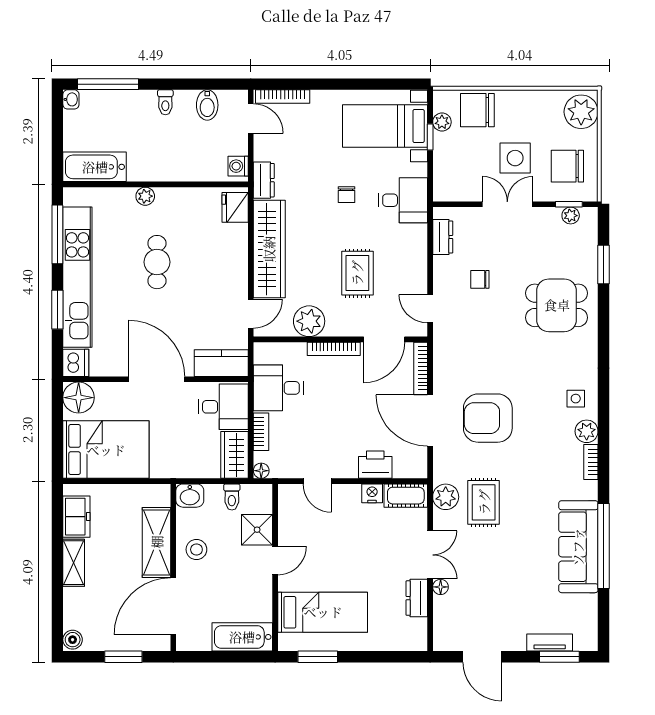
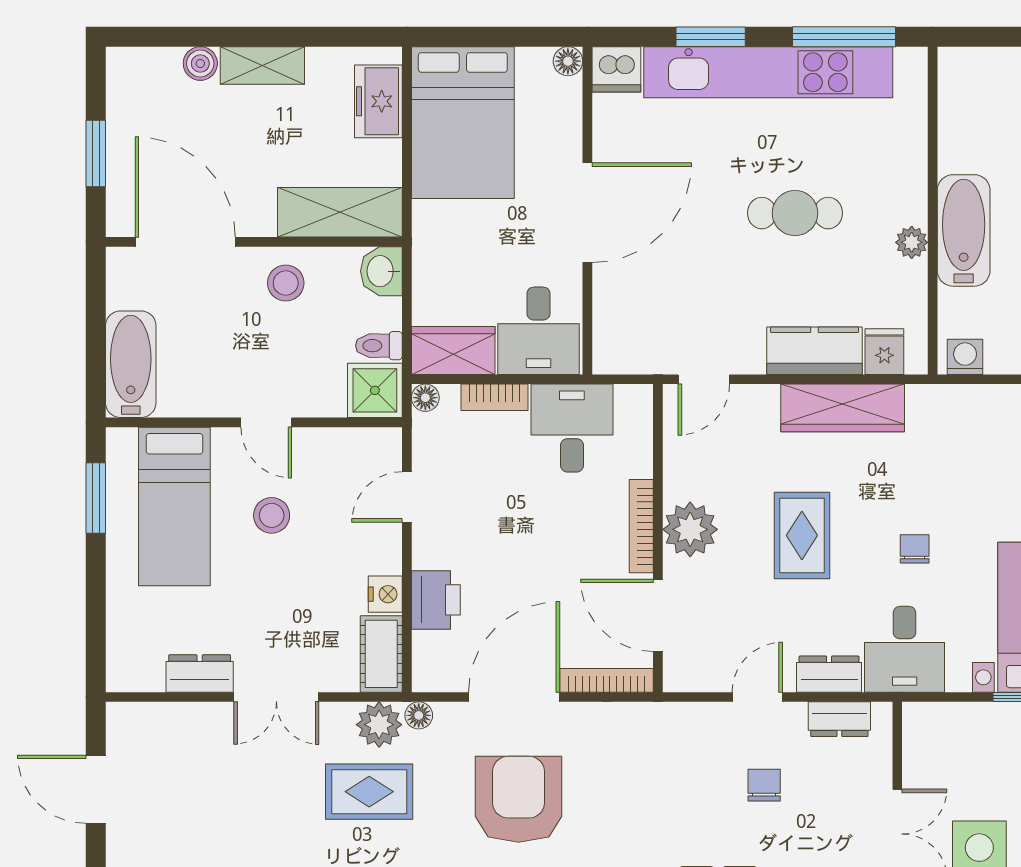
bathtub: (95, 167) -> (964, 230), moved
dresser: (264, 180) -> (829, 674), moved, turned 180
chair: (347, 195) -> (915, 549), turned 90
plant: (145, 196) -> (912, 242), moved
fridge: (235, 207) -> (884, 352), width x0.72
wardrobe: (269, 249) -> (843, 408), width x0.71, depth x0.85
rug: (357, 273) -> (802, 535), moved, turned 90
door: (430, 309) -> (757, 697), moved
door: (251, 314) -> (704, 379), hinge flipped
plant: (309, 321) -> (690, 529), moved
kitchen counter: (221, 363) -> (814, 351), moved, turned -90
floor lamp: (79, 398) -> (568, 61), width x0.53, depth x0.53
freezer: (76, 517) -> (378, 101), moved, turned 90
shower: (257, 530) -> (375, 390), moved
shelving: (157, 542) -> (340, 212), moved
stool: (328, 557) -> (272, 515), added
floor lamp: (441, 587) -> (419, 715), moved
boiler: (73, 640) -> (200, 63), moved
door: (482, 657) -> (96, 789), hinge flipped

